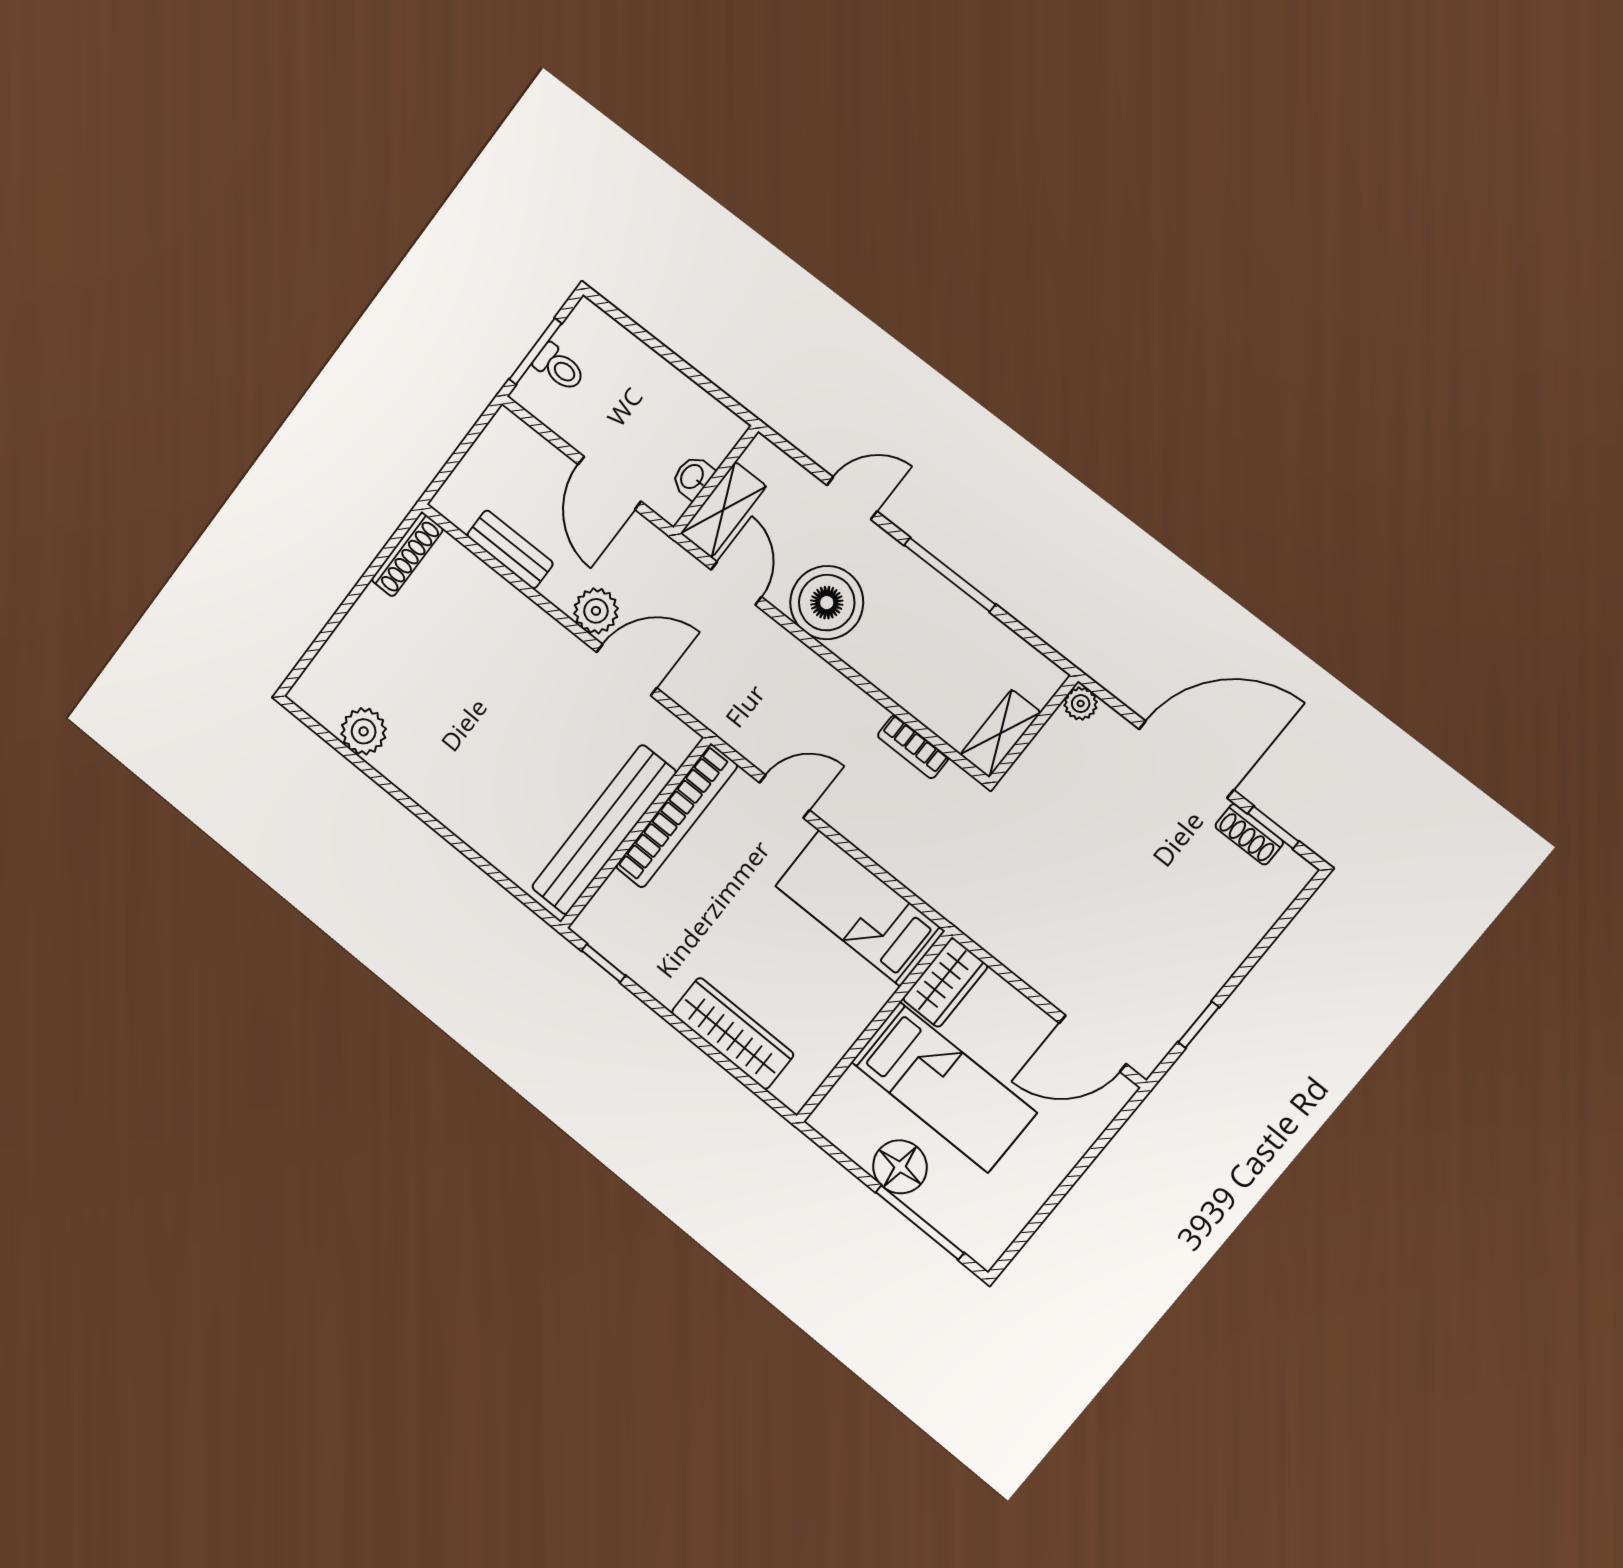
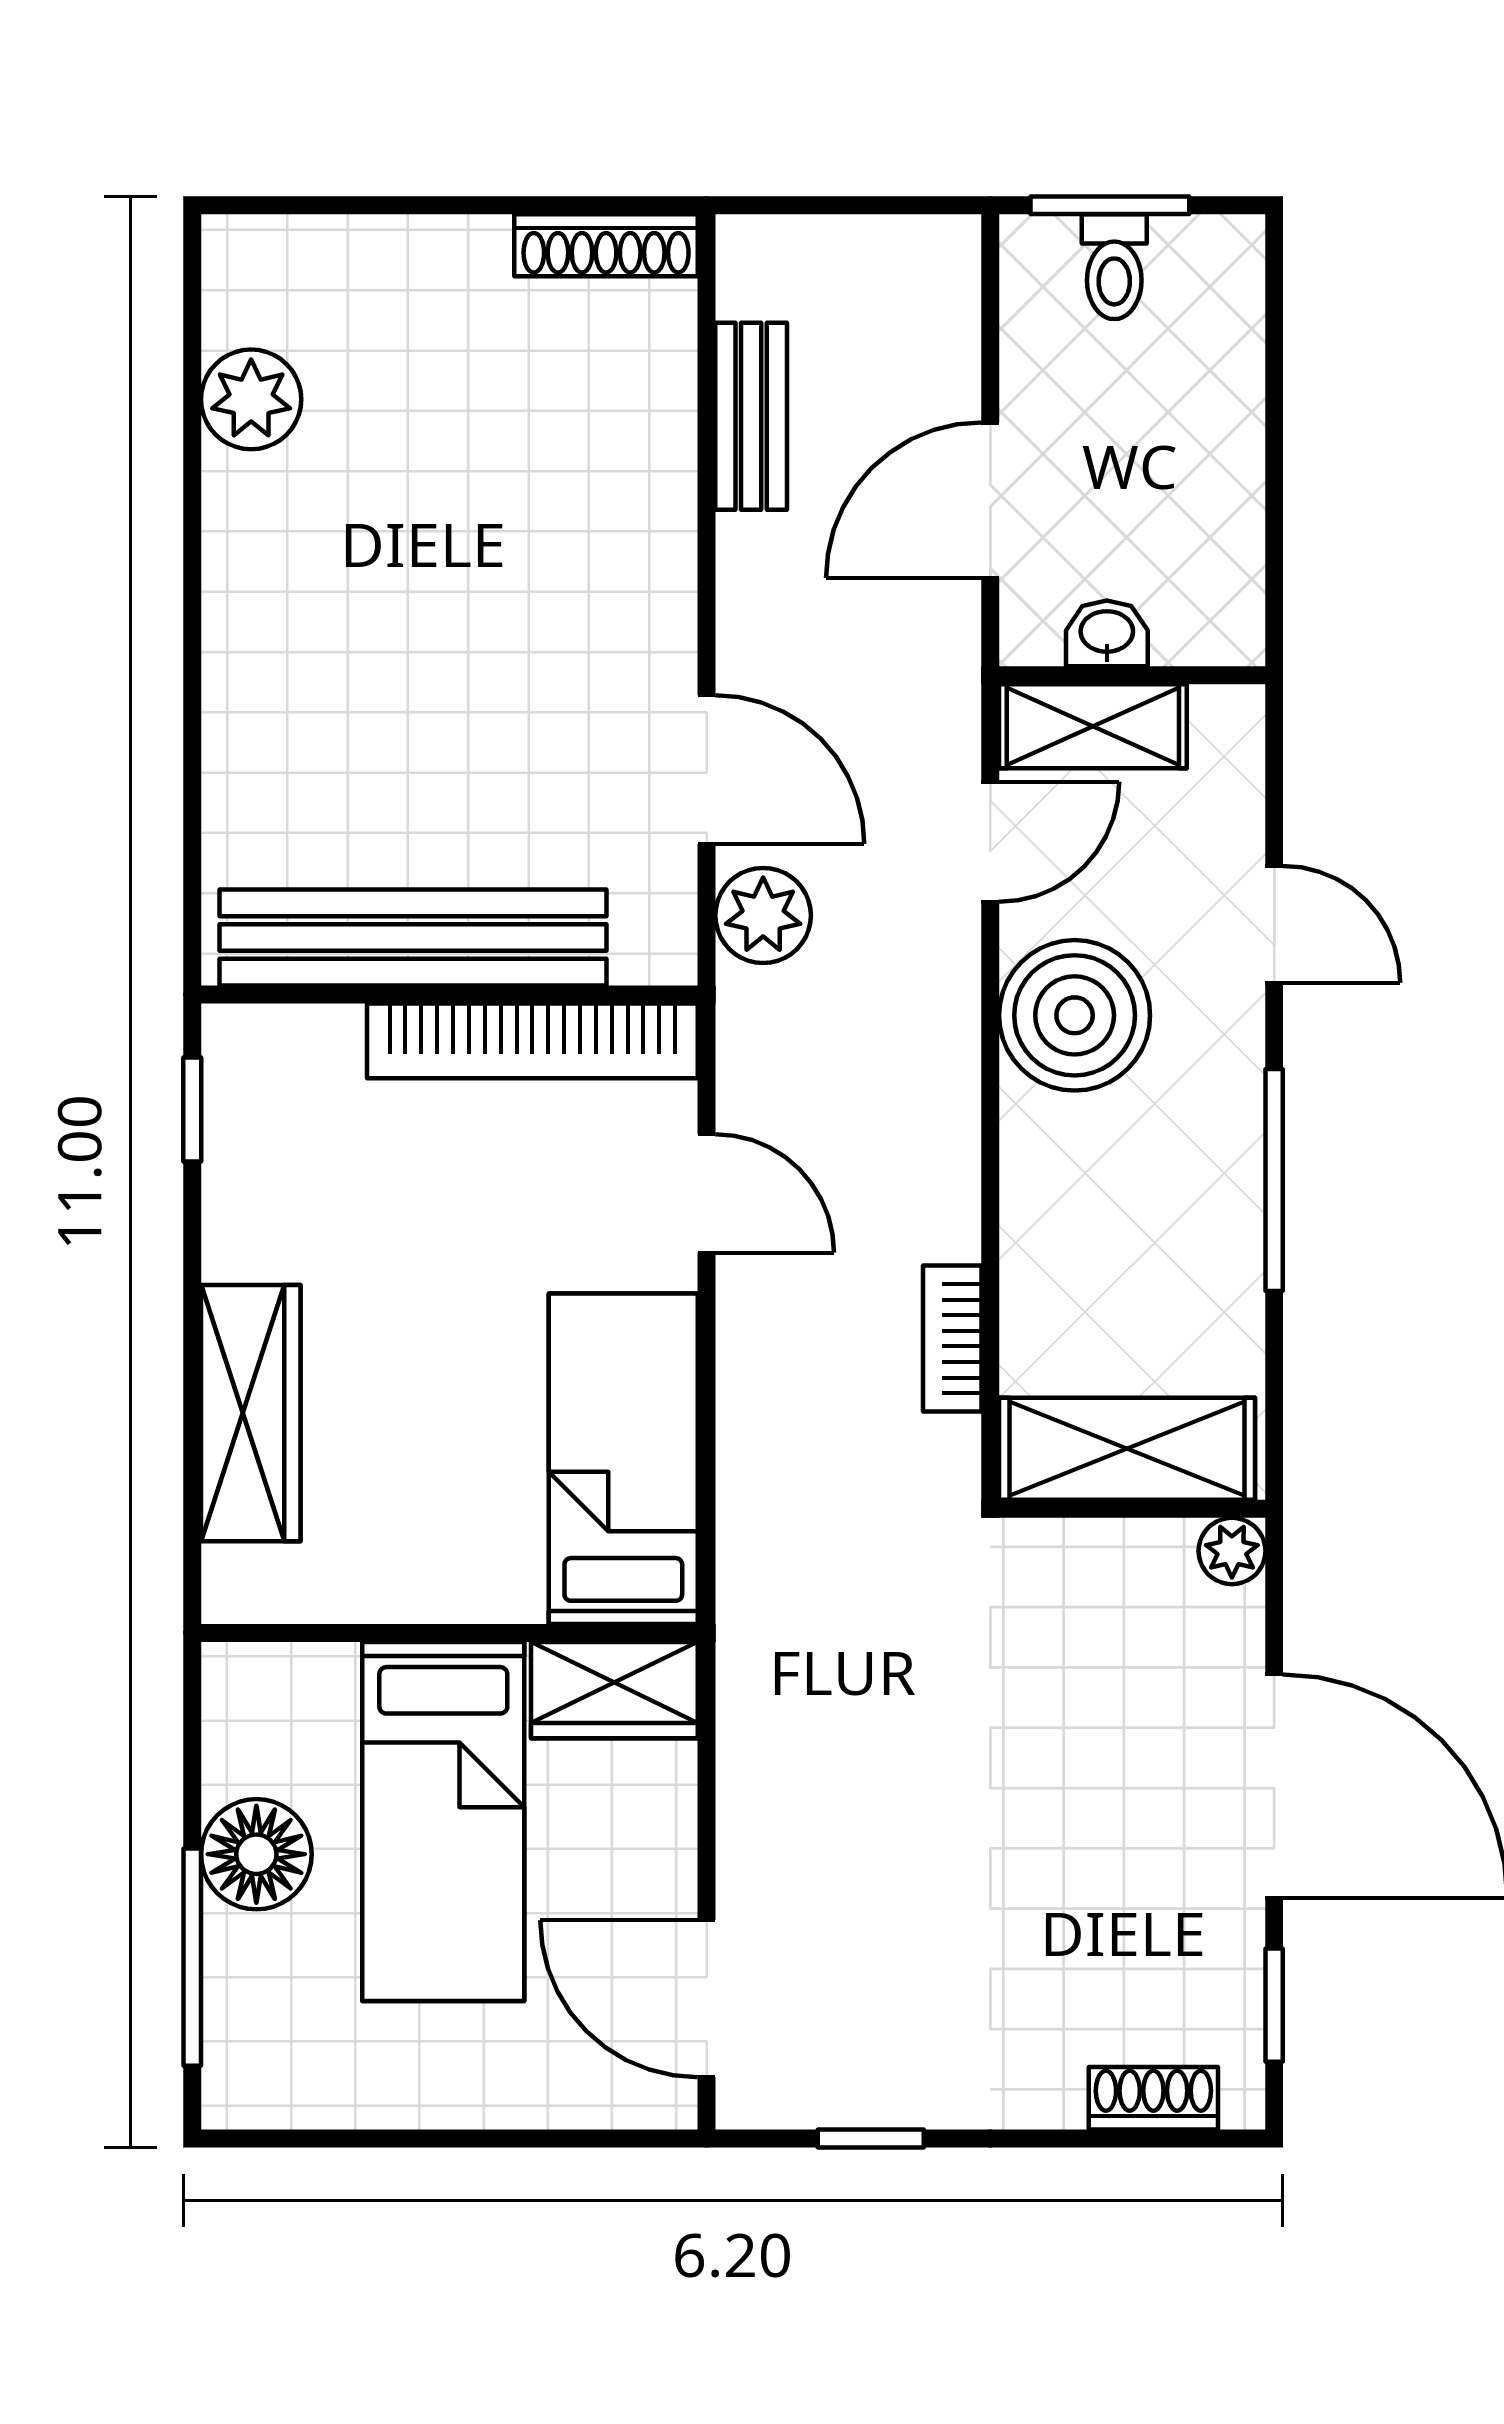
plant: (596, 611) -> (763, 915), moved
shelving: (1000, 733) -> (1127, 1449), width x1.50, depth x1.33
shoe rack: (1249, 834) -> (1153, 2098), moved, turned 90

